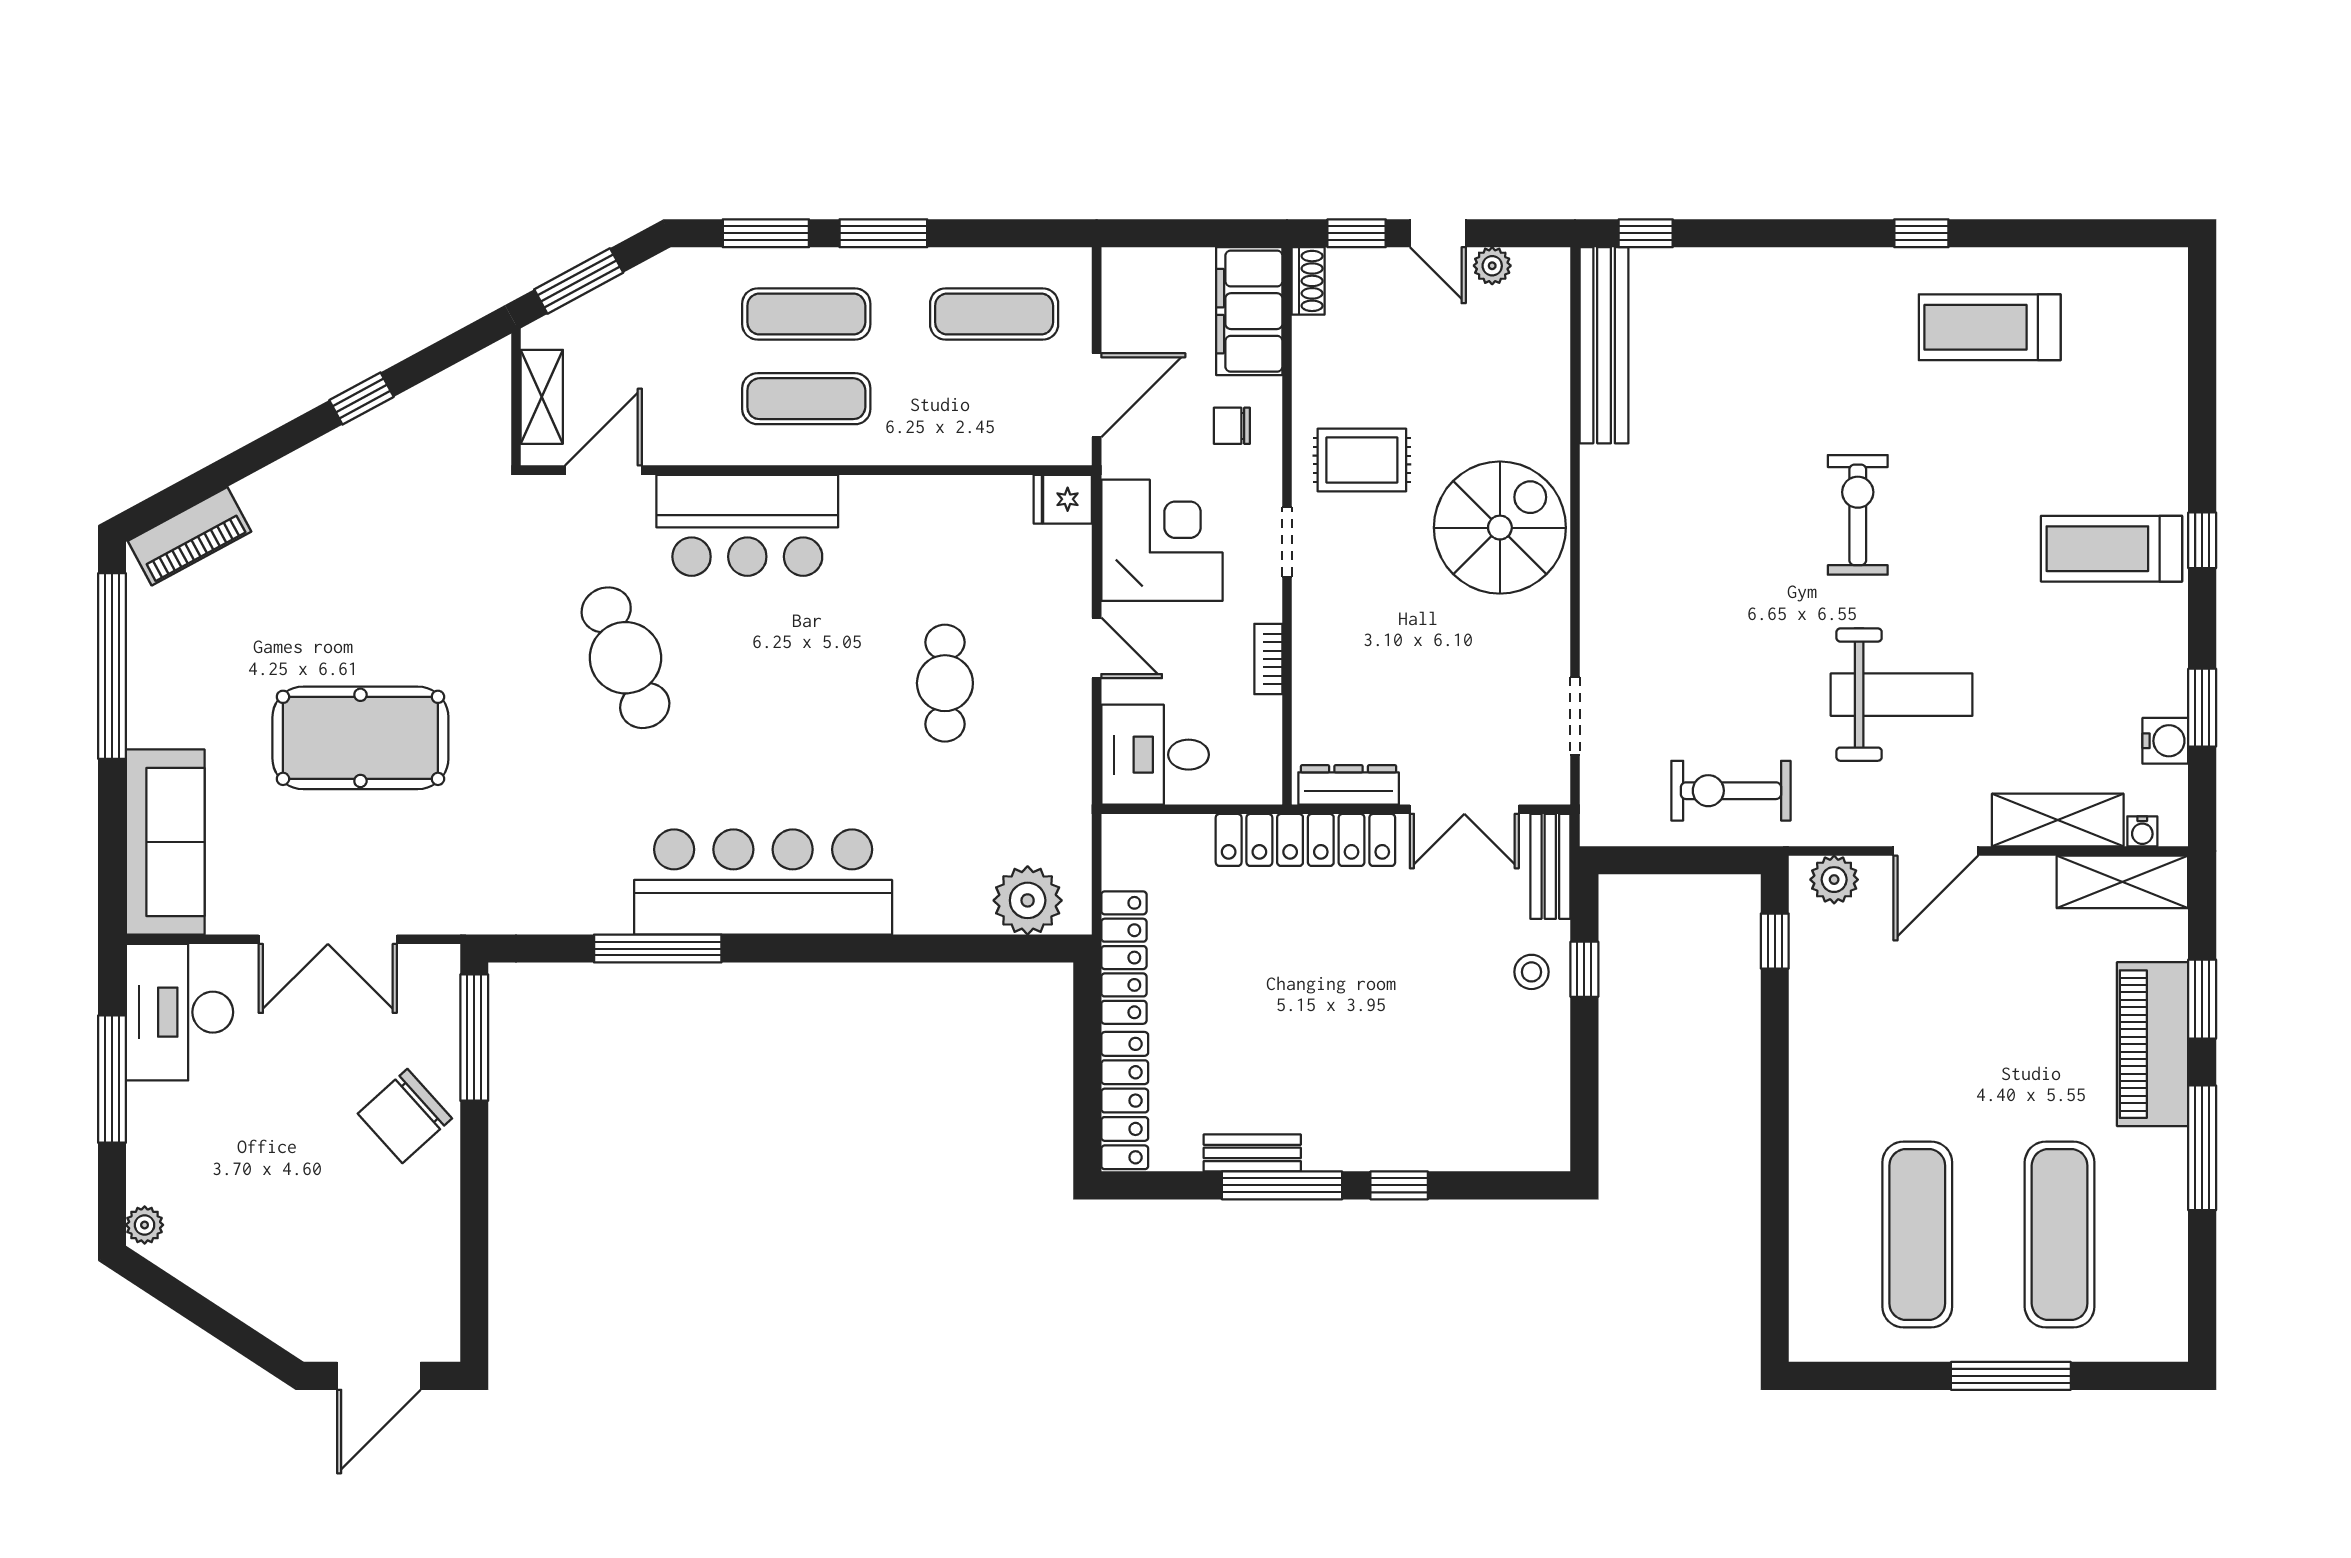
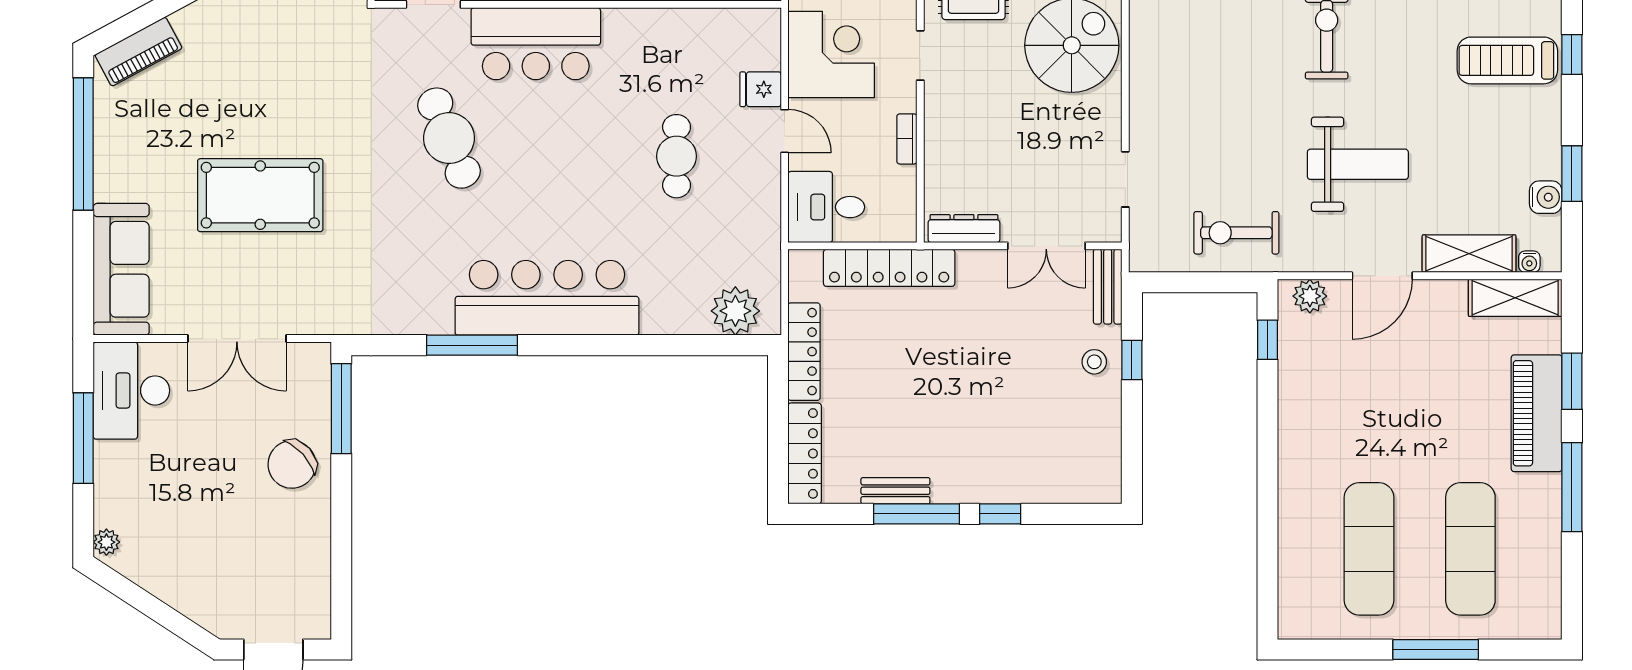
fridge: (1063, 499) -> (761, 89), moved
locker: (1305, 840) -> (889, 268), moved

